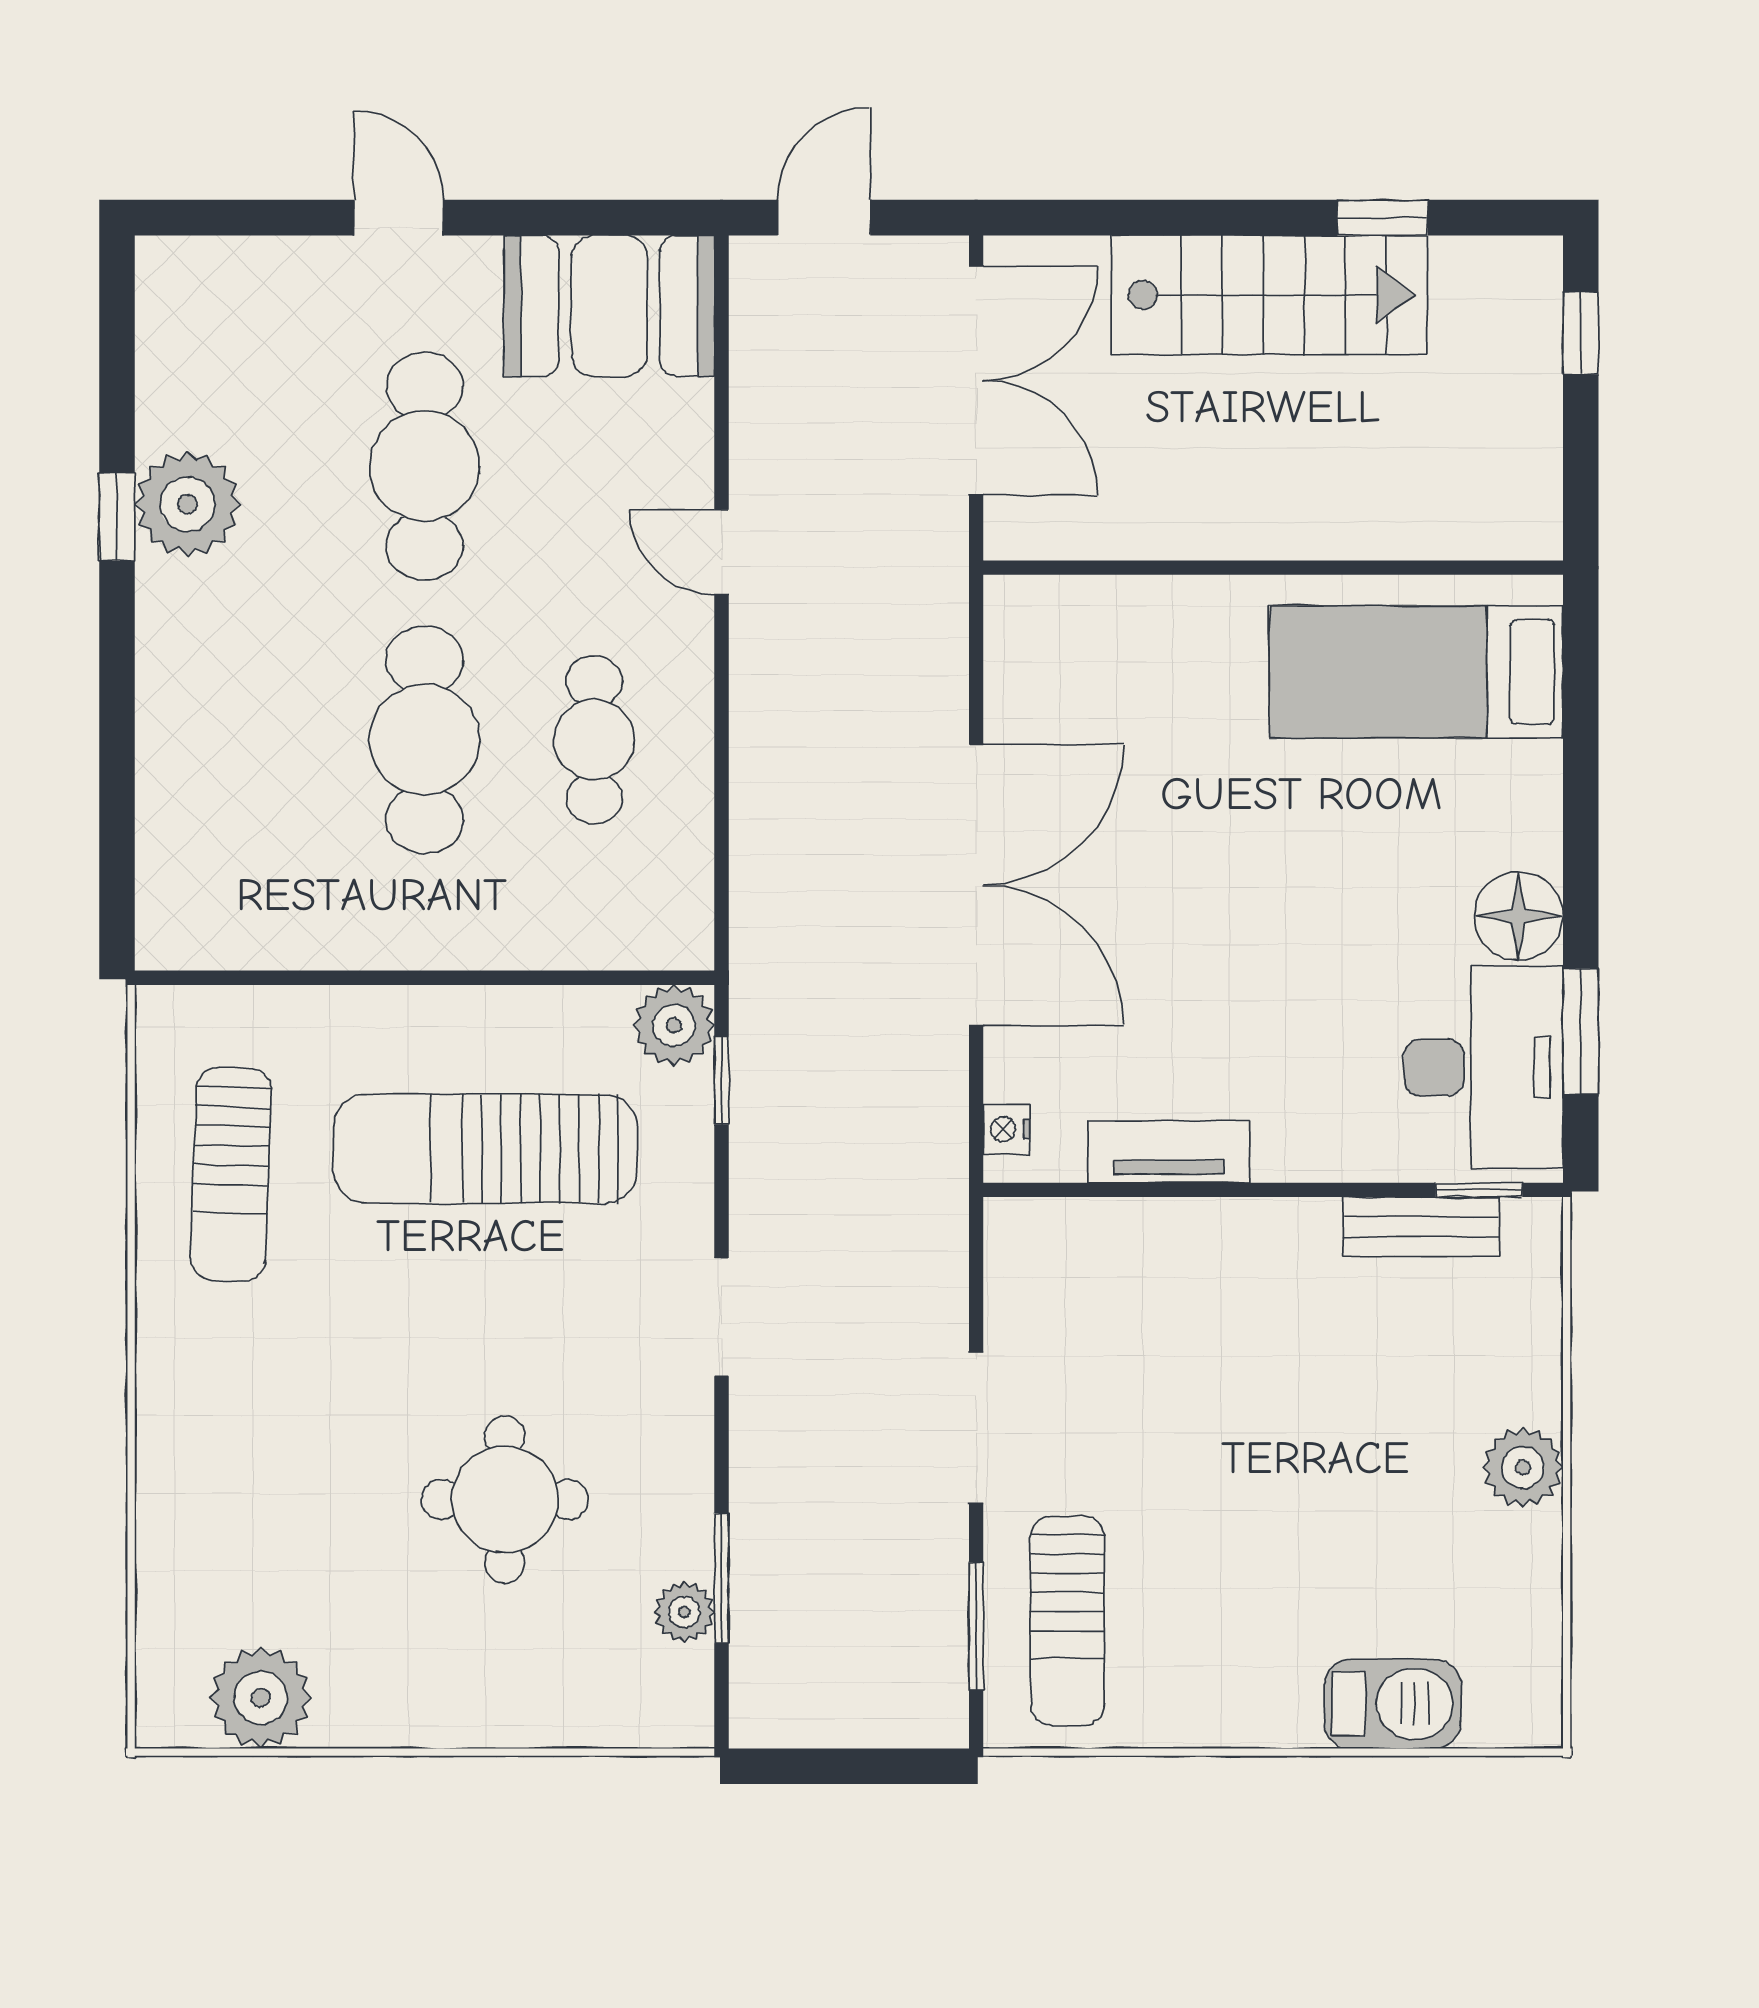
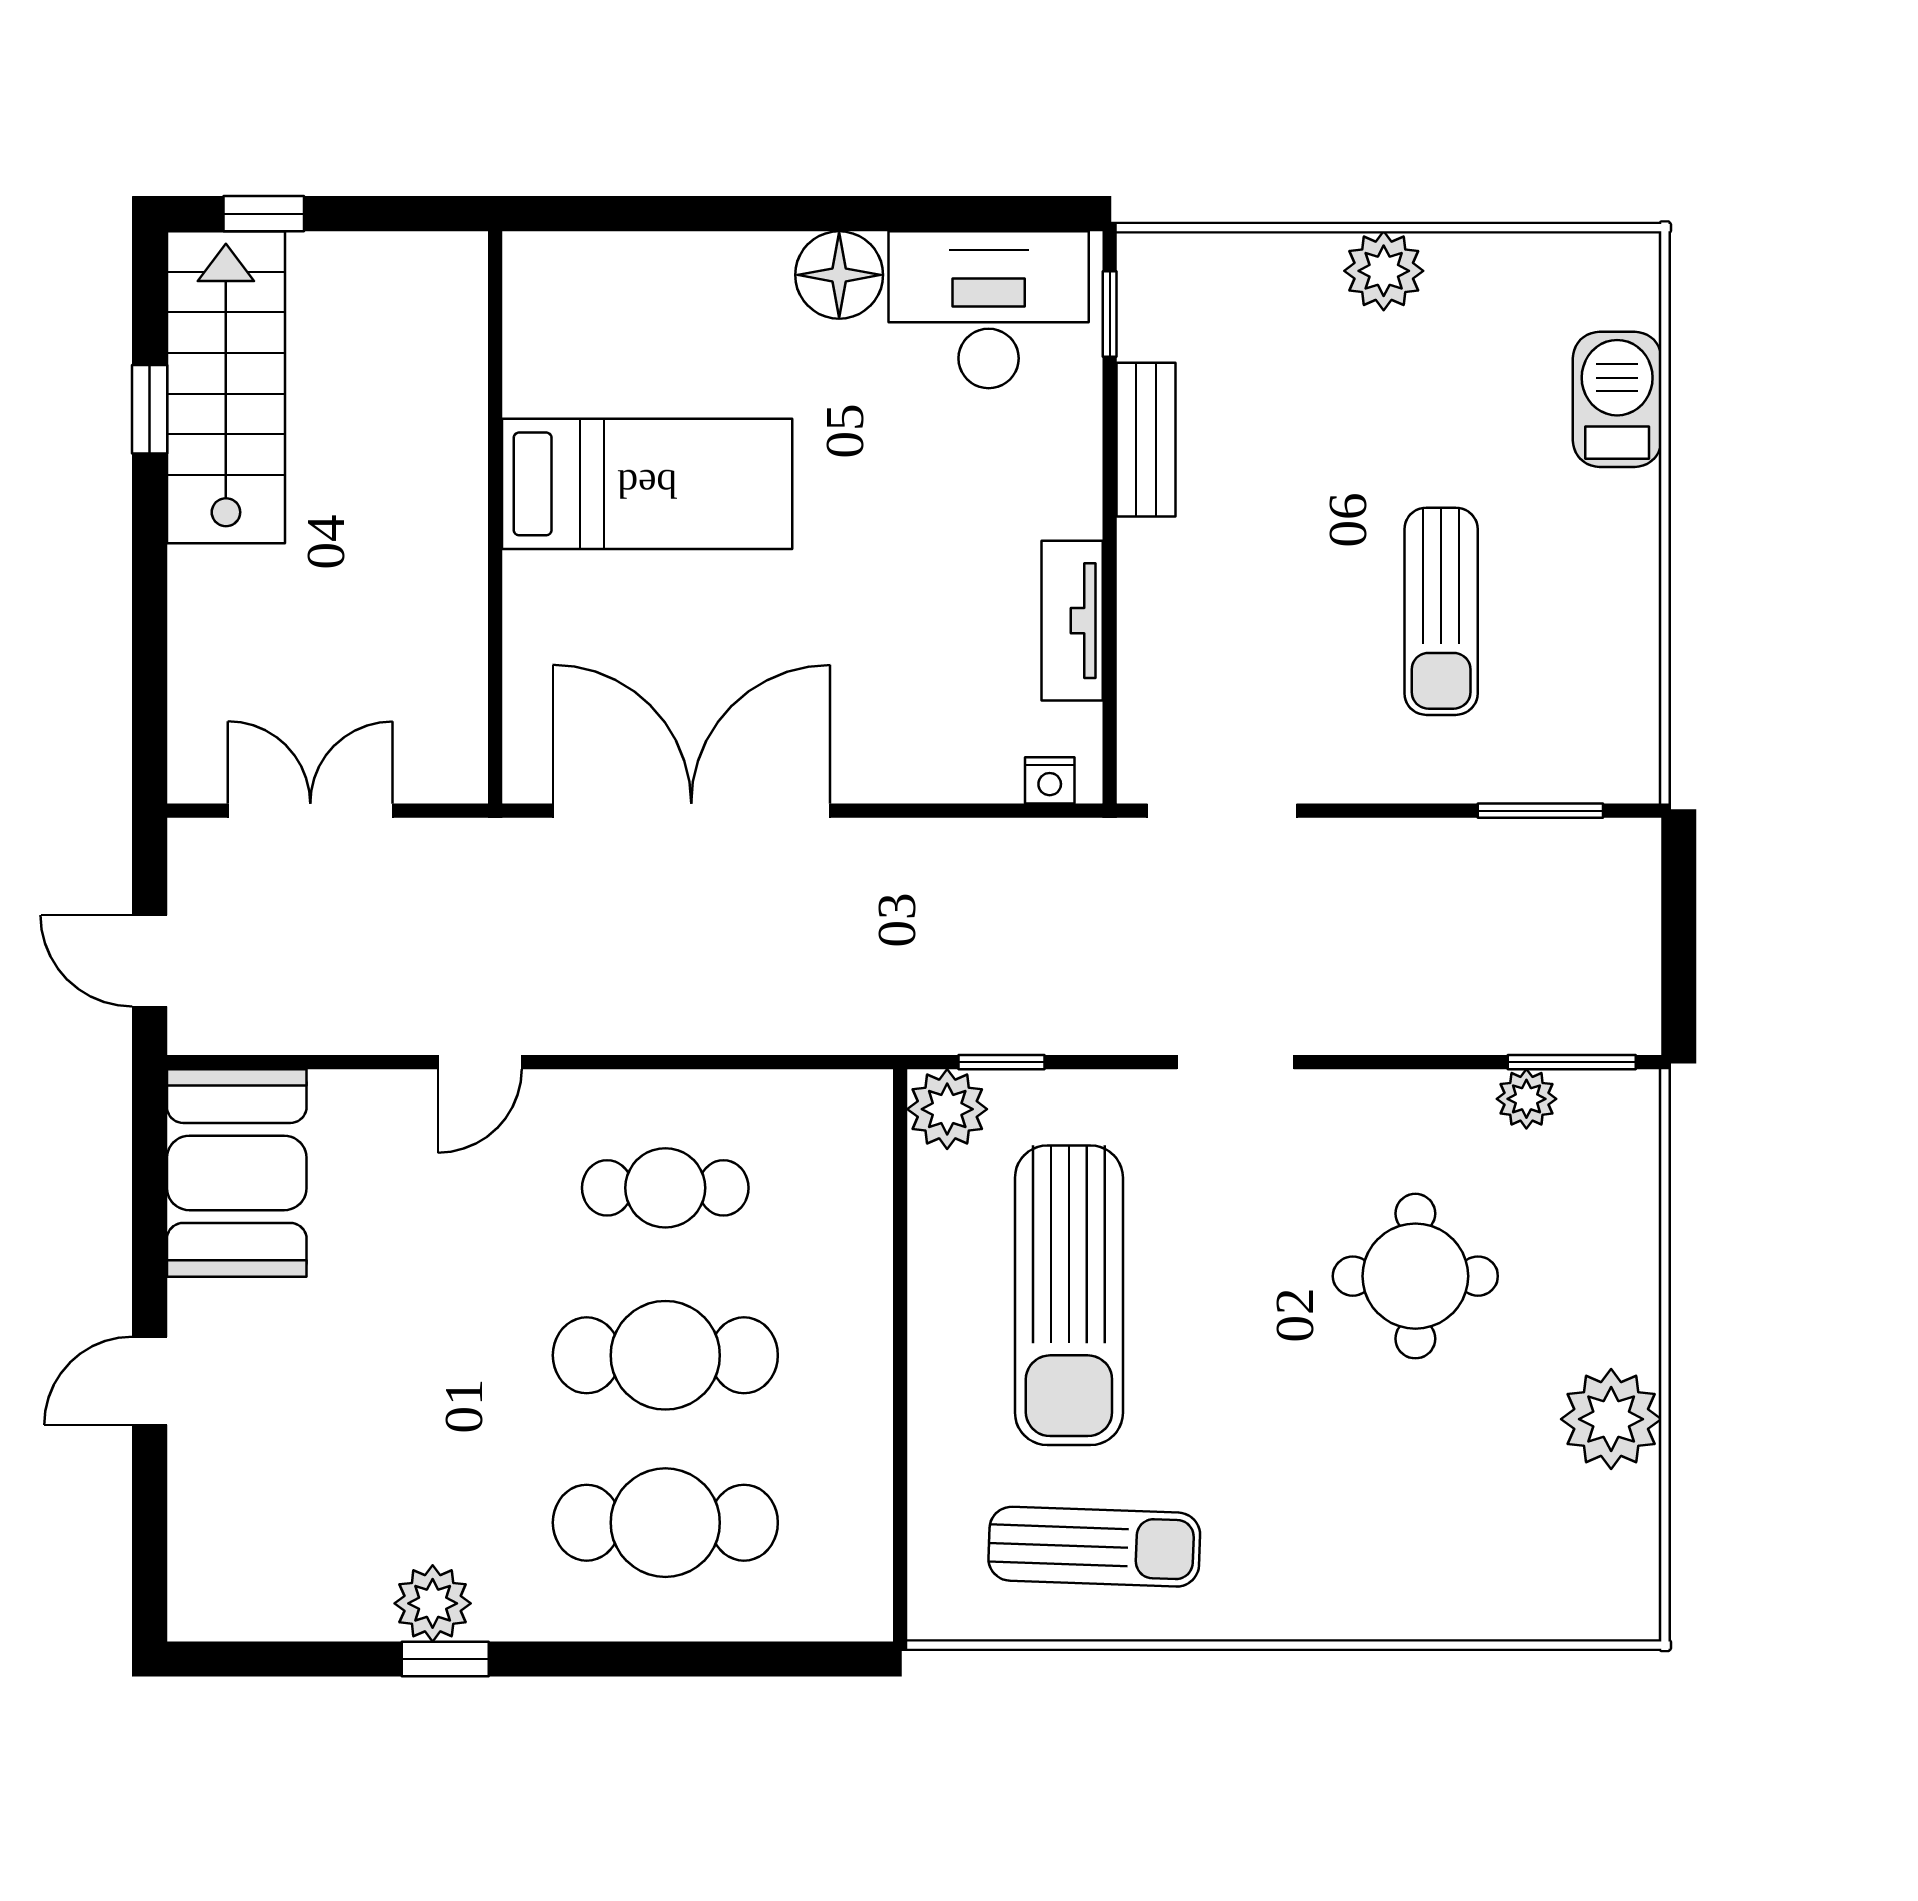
stairs: (1269, 295) -> (226, 387), moved
double door: (976, 380) -> (310, 811), width x0.73
cafe table: (425, 466) -> (665, 1523), moved
plant: (187, 504) -> (433, 1603), width x0.73, depth x0.73
bed: (1416, 672) -> (647, 484), moved, turned -90
double door: (976, 885) -> (691, 811), moved
window: (1581, 1032) -> (953, 214), removed
bench: (1421, 1227) -> (1146, 440), moved
doorway: (976, 1428) -> (1222, 811), moved
window: (722, 1578) -> (1572, 1062), moved
sun lounger: (1067, 1621) -> (1441, 611), moved, turned 90
plant: (261, 1698) -> (1611, 1419), moved

